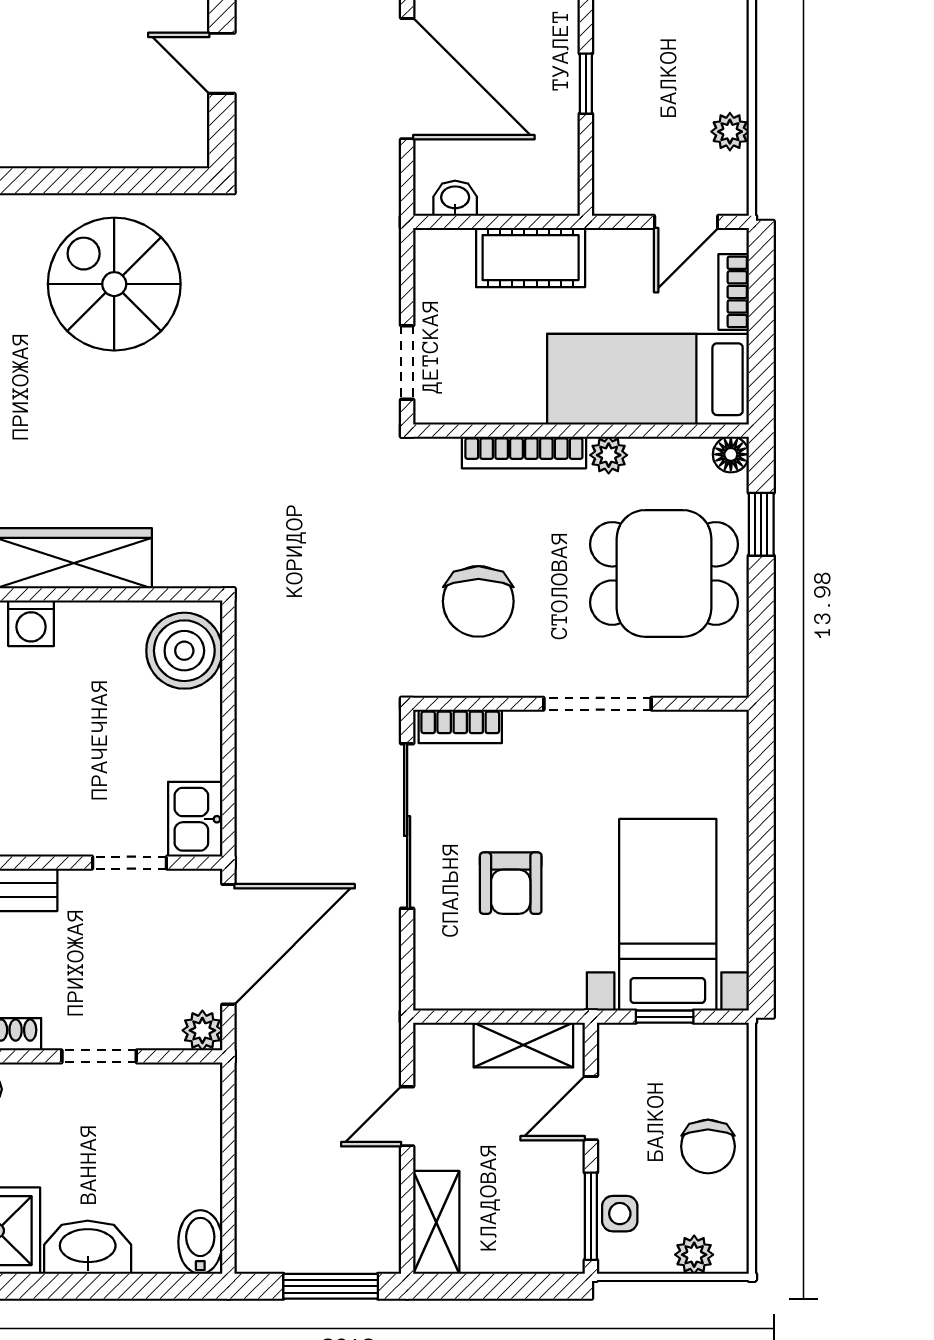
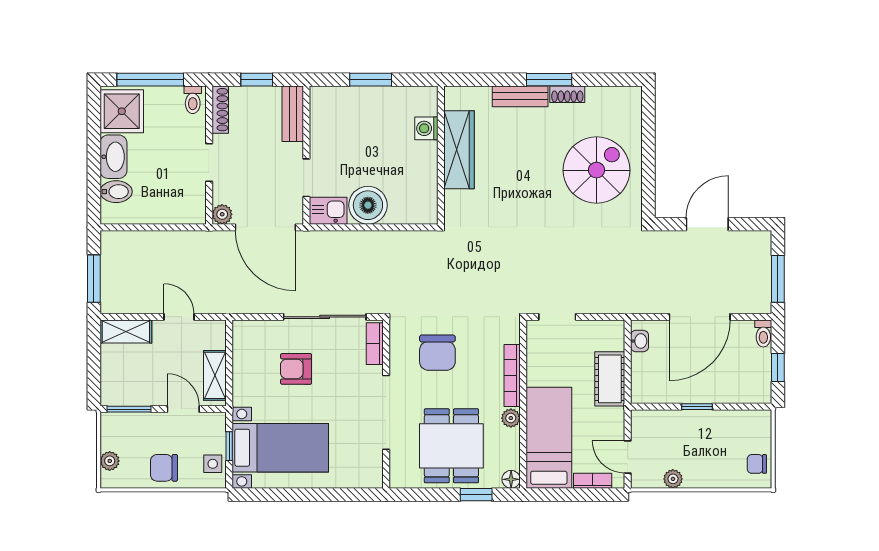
door: (222, 63) -> (707, 224), width x1.37
chair: (478, 601) -> (437, 353), turned -90
boiler: (184, 651) -> (368, 205), moved
doorway: (597, 704) -> (386, 412), width x1.36
side table: (620, 1214) -> (213, 464), moved
bidet: (200, 1242) -> (116, 192), moved

